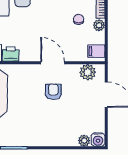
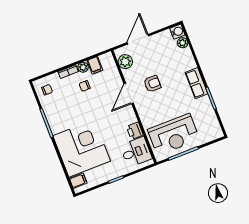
filing cabinet: (96, 51) -> (95, 65), moved
armchair: (53, 92) -> (152, 84), turned 180
row of seats: (36, 139) -> (197, 83), added

